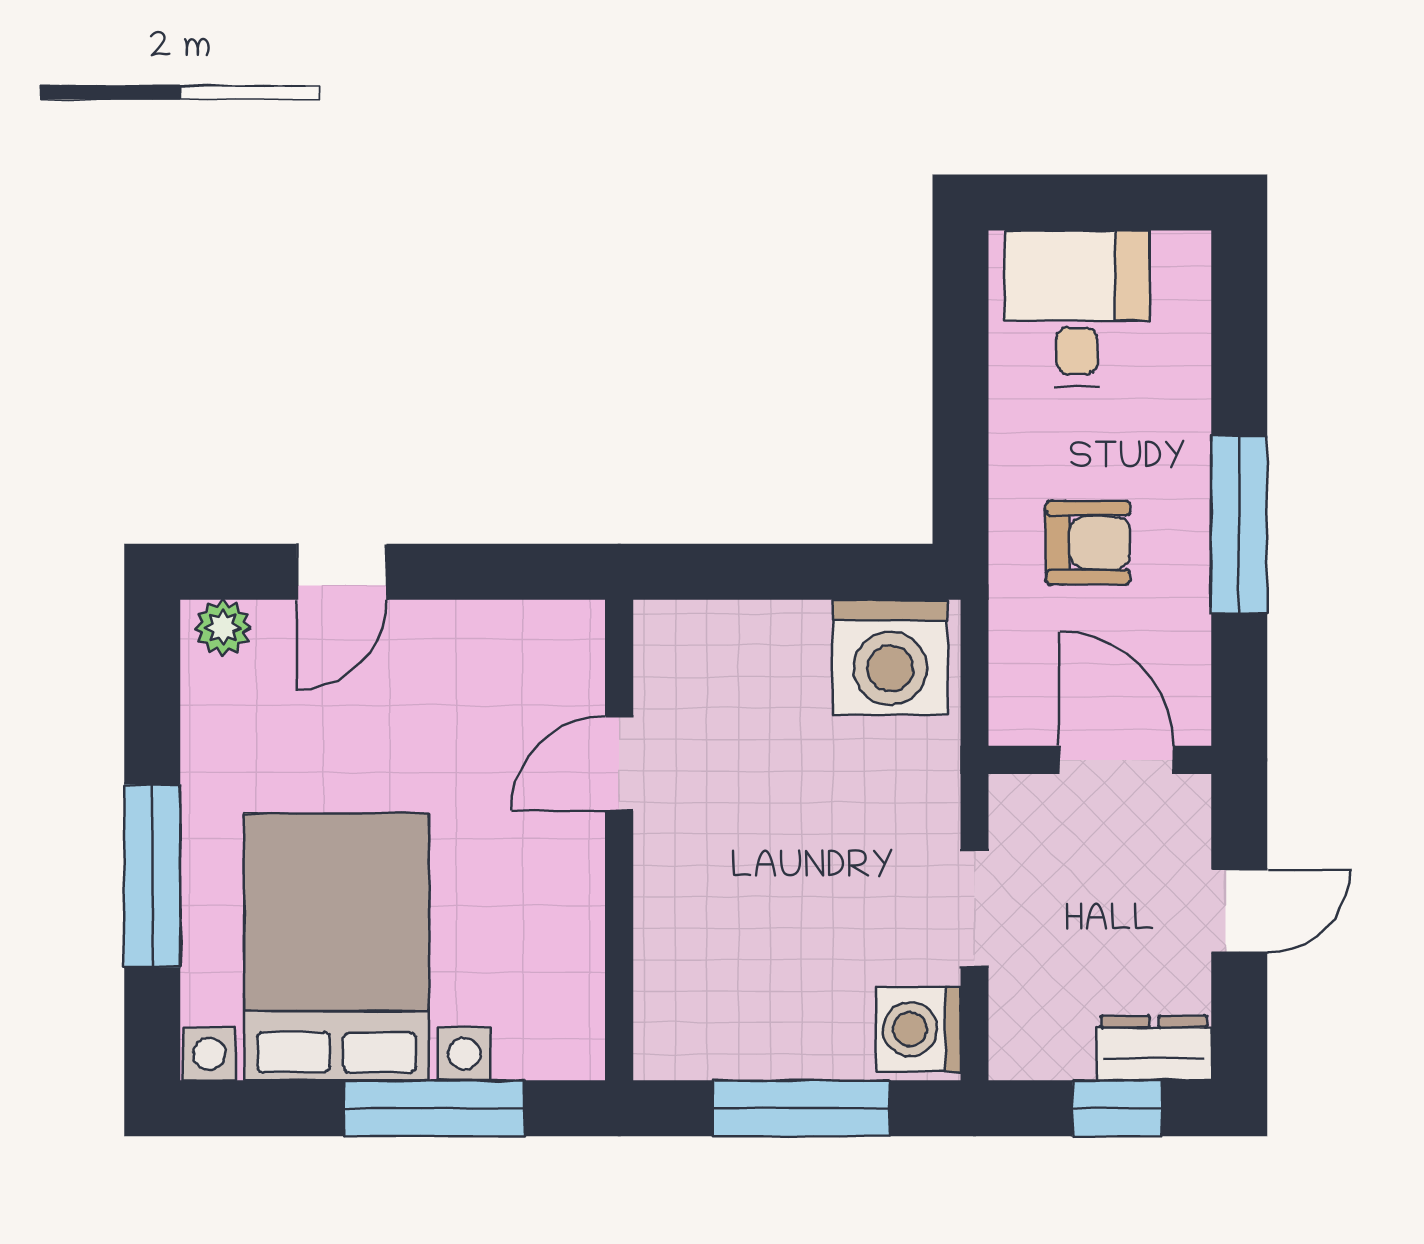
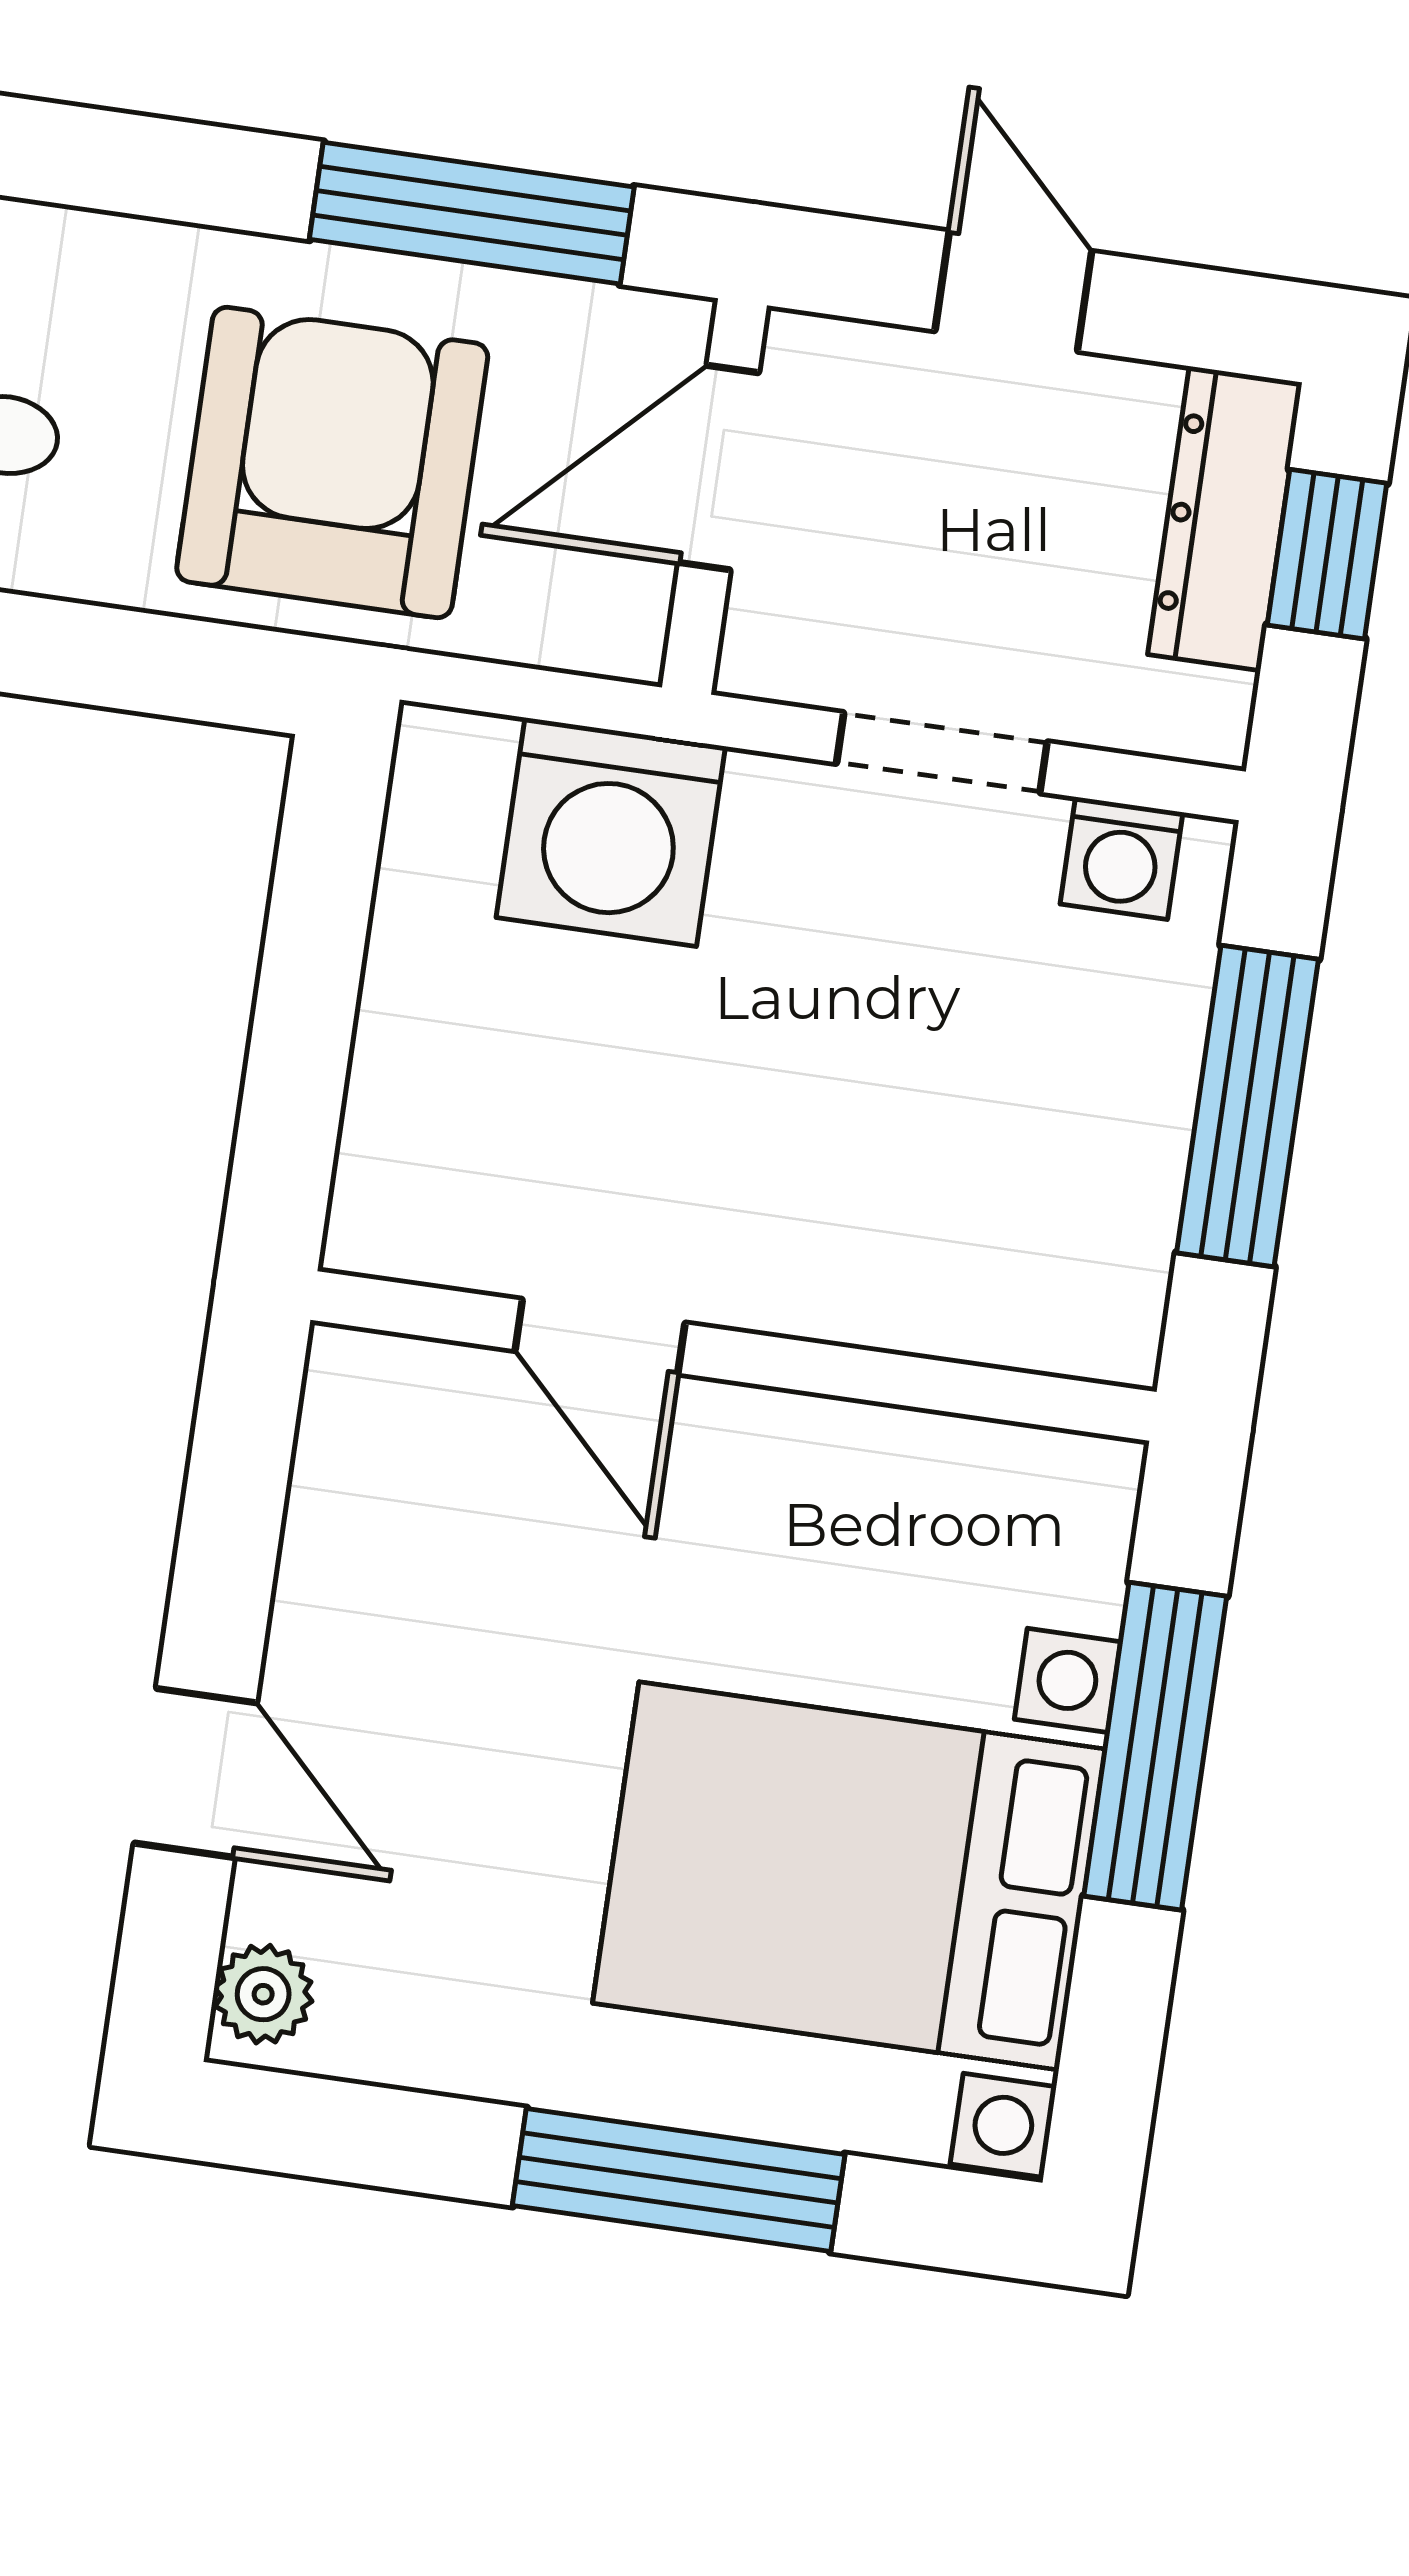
window: (1239, 525) -> (472, 213), moved
armchair: (1088, 543) -> (332, 463), width x1.88, depth x1.88
washing machine: (890, 657) -> (611, 832), moved, turned 90
washing machine: (918, 1029) -> (1121, 858), width x0.73, depth x0.73
dresser: (1154, 1048) -> (1225, 518), width x1.44

